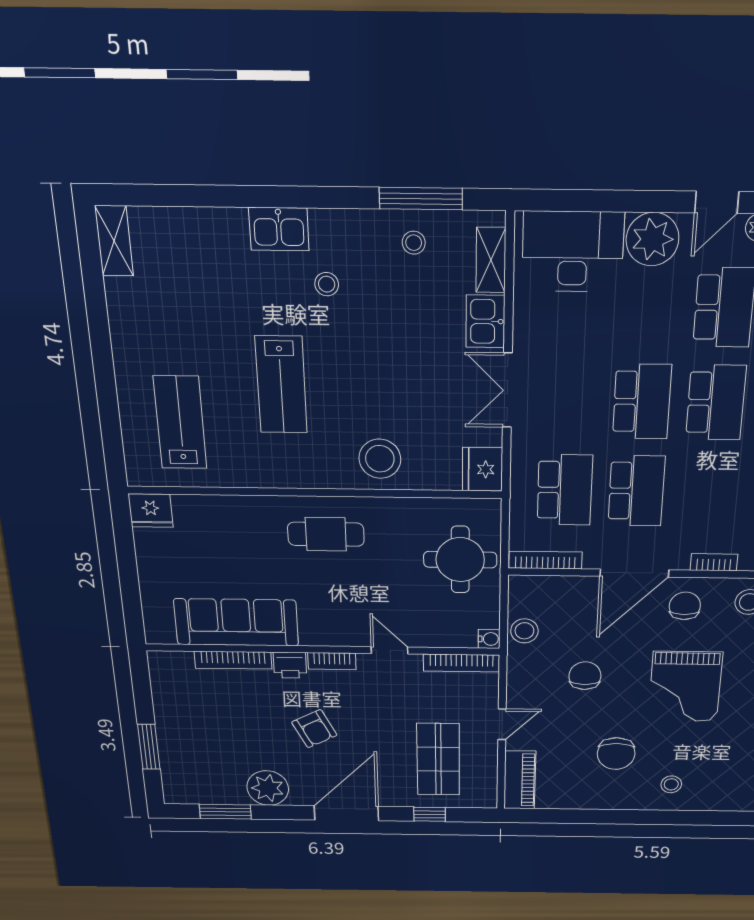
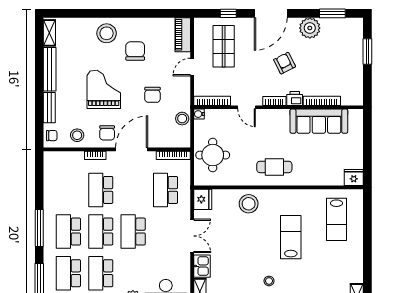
school desk: (636, 491) -> (101, 190), moved
stool: (671, 784) -> (107, 33), width x1.89, depth x1.89

